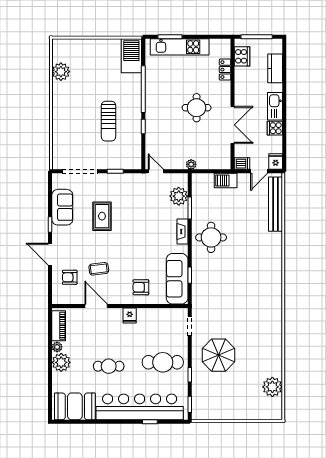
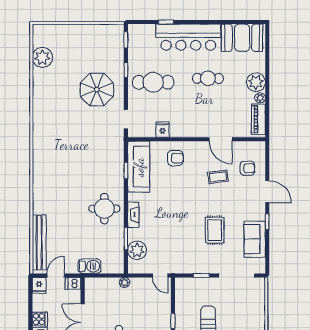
fridge: (130, 316) -> (162, 130), moved
bar counter: (140, 407) -> (188, 37), width x0.73

